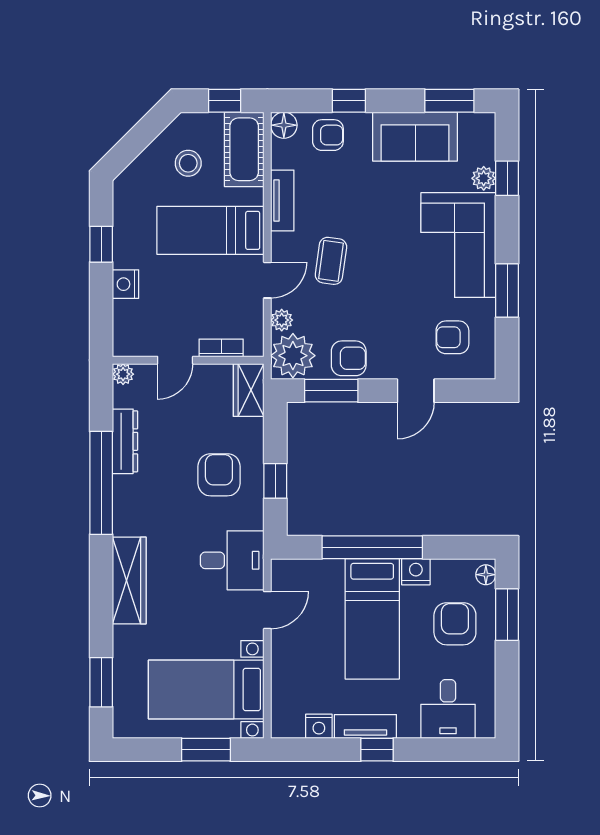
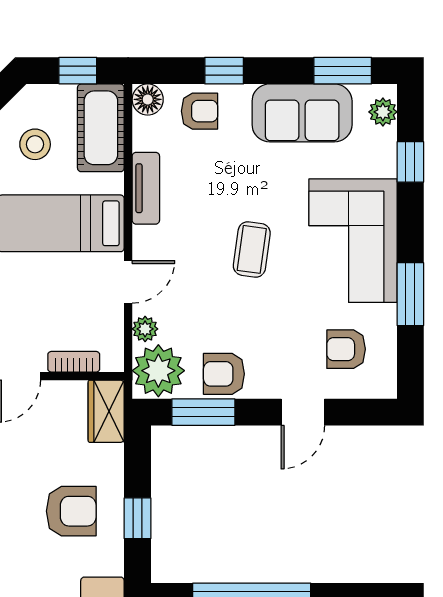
plant: (484, 178) -> (383, 112), moved
coffee table: (331, 261) -> (252, 249), moved
armchair: (349, 358) -> (224, 374), turned 180
armchair: (219, 475) -> (71, 511), turned 90

